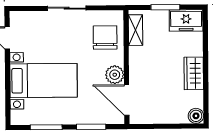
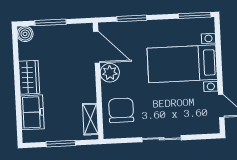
freezer: (186, 20) -> (32, 112), moved, turned 90
chair: (105, 37) -> (121, 110), turned 180
window: (171, 126) -> (51, 22), added
window: (46, 127) -> (195, 15), moved

